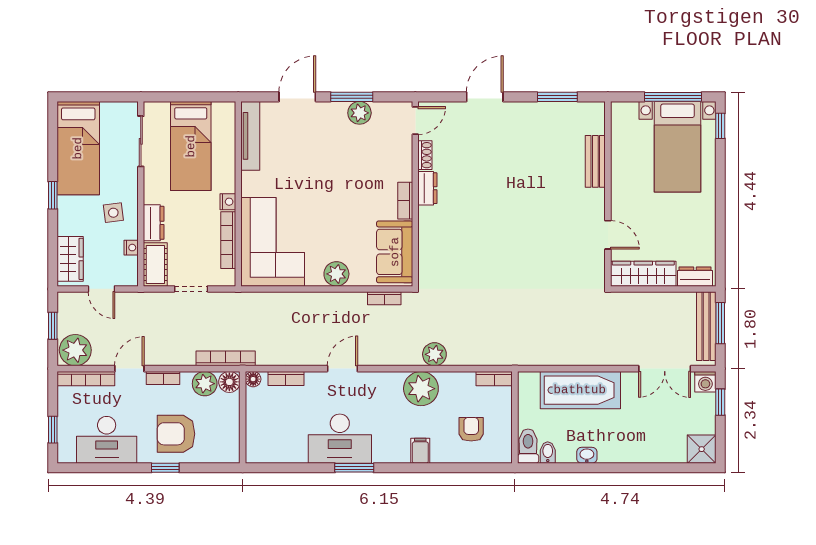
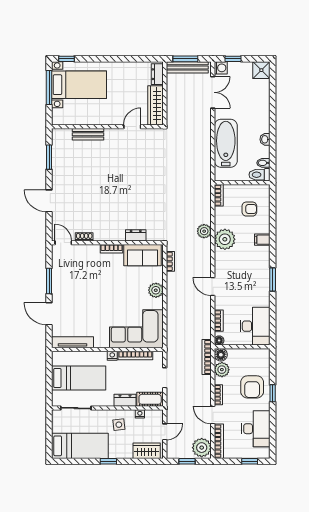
plant: (359, 113) -> (59, 276), removed
dresser: (427, 188) -> (136, 235), moved
armchair: (471, 429) -> (249, 209), turned 180
desk: (340, 439) -> (255, 326), moved

